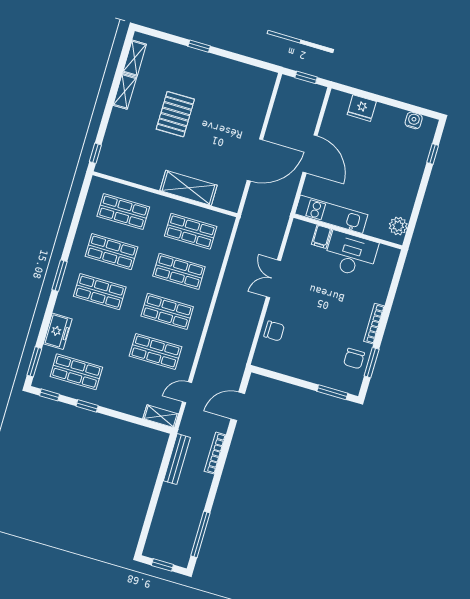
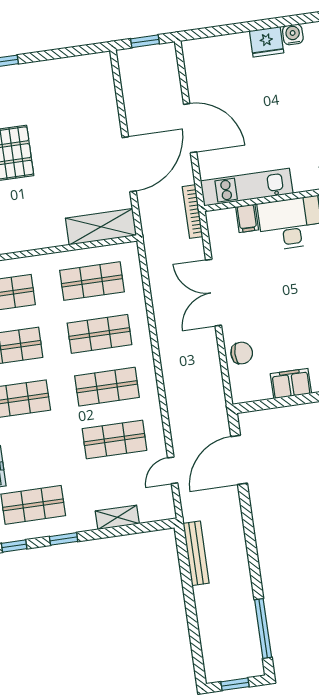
fridge: (362, 108) -> (267, 42), moved
shelving: (189, 188) -> (101, 227), moved
double door: (274, 279) -> (214, 293), width x1.37
filing cabinet: (299, 369) -> (291, 384), added
door: (238, 406) -> (239, 460), width x1.36
shelving: (161, 416) -> (117, 517), moved
bookcase: (215, 453) -> (193, 212), moved

